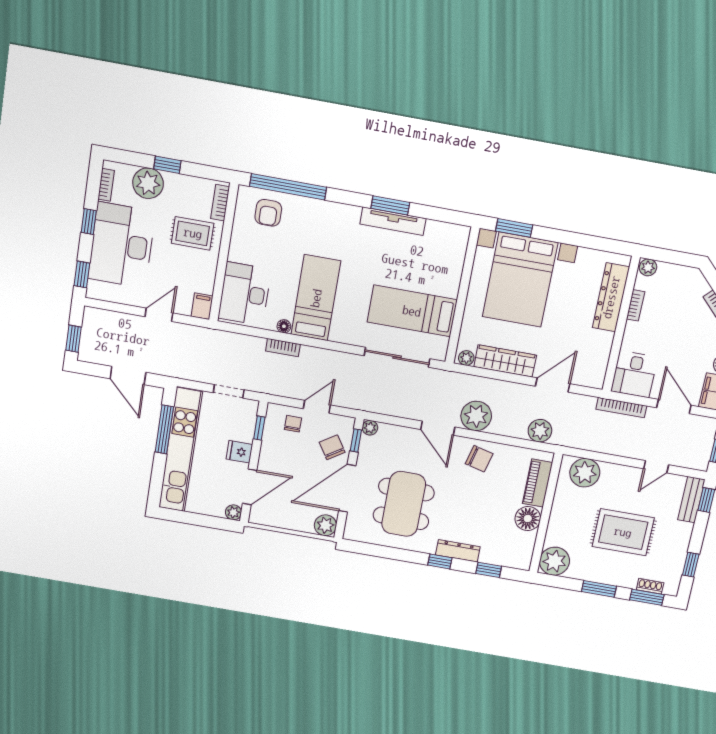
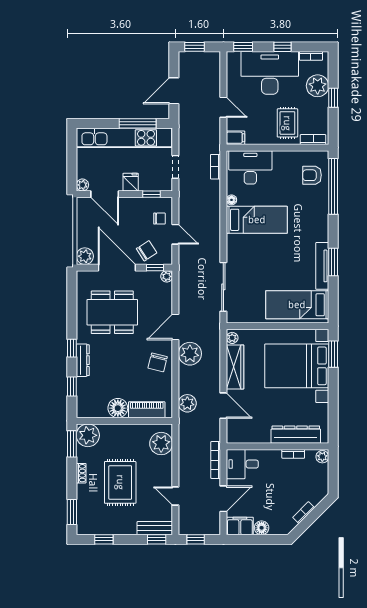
bed: (412, 311) -> (297, 305), moved, turned -90
bookcase: (283, 348) -> (216, 167), moved
shoe rack: (650, 586) -> (81, 473), moved
window: (599, 589) -> (72, 444), moved

